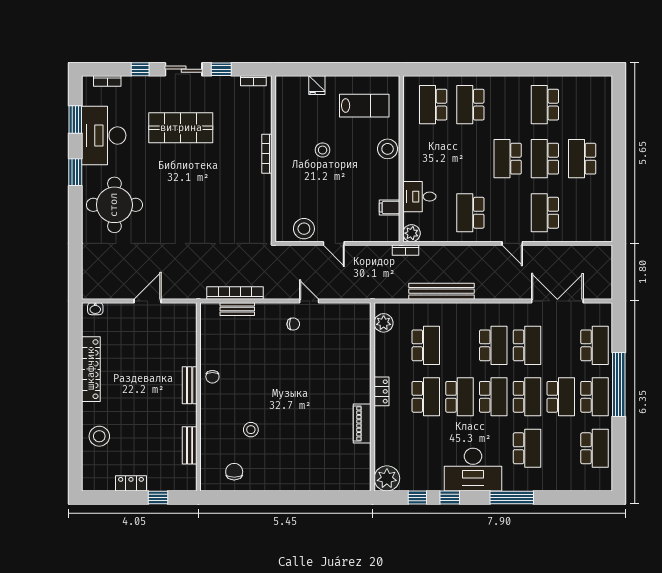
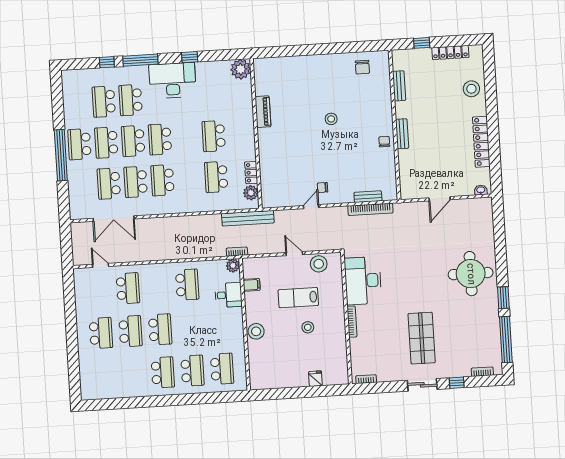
window: (221, 69) -> (392, 387), removed
school desk: (545, 105) -> (163, 372), moved
lab bench: (364, 106) -> (298, 298), moved
window: (75, 120) -> (506, 340), width x2.11
shop shelf: (181, 128) -> (422, 338), turned 90
desk: (104, 135) -> (363, 281), moved, turned 180
door: (512, 243) -> (100, 265), moved
bench: (441, 291) -> (248, 218), moved
door: (309, 301) -> (311, 207), swing flipped
school desk: (594, 345) -> (109, 184), moved
locker: (382, 391) -> (251, 173), moved
school desk: (459, 397) -> (187, 138), removed
stool: (251, 430) -> (331, 119), moved
school desk: (594, 448) -> (104, 102), moved
locker: (131, 483) -> (450, 52), width x1.53
window: (417, 497) -> (107, 62), moved

